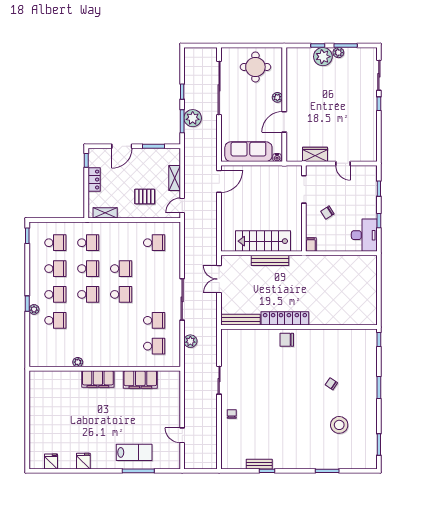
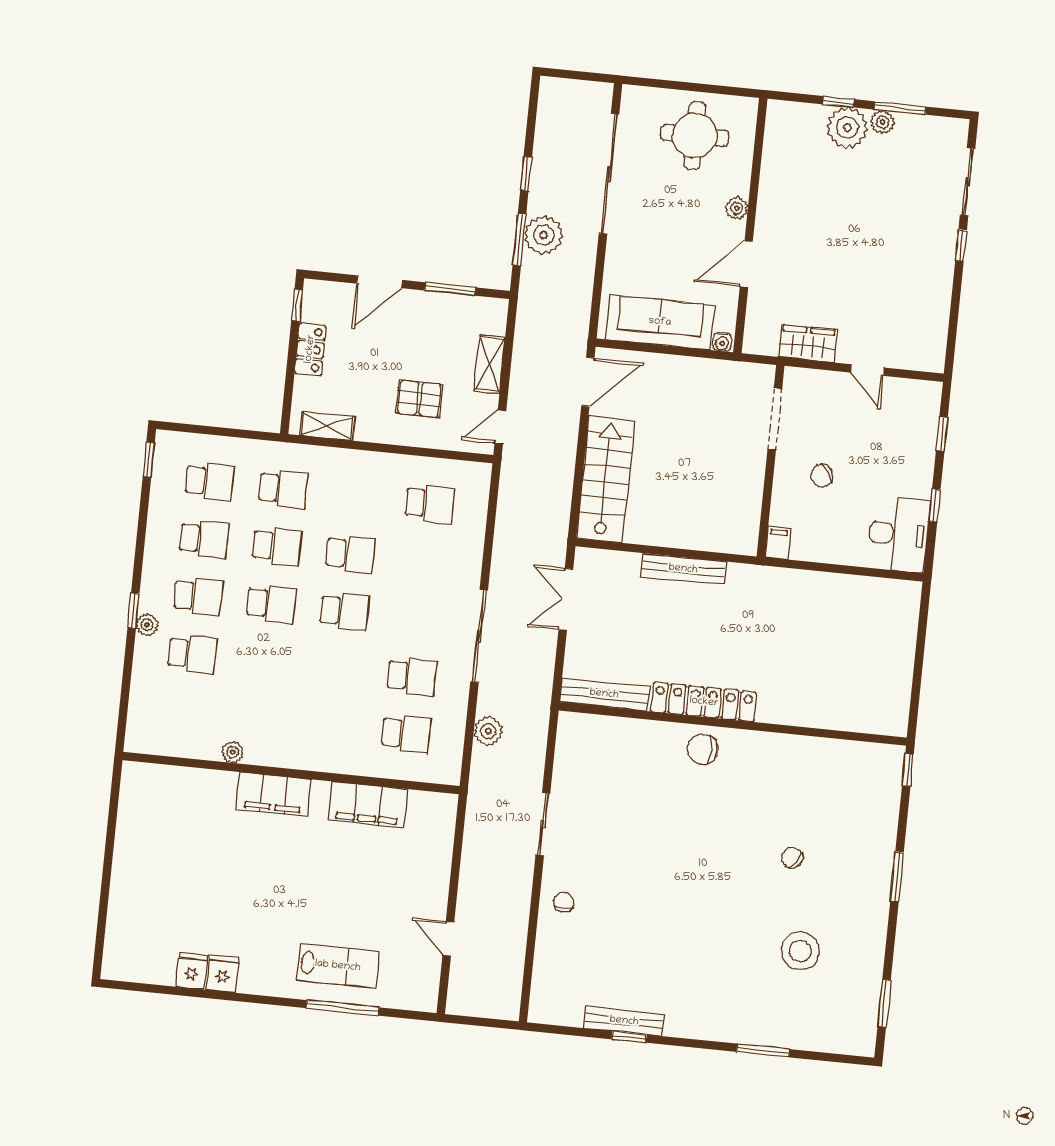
stairs: (263, 241) -> (605, 479), moved, turned 90
fridge: (51, 461) -> (192, 971), moved
bench: (259, 464) -> (624, 1021), width x1.36

